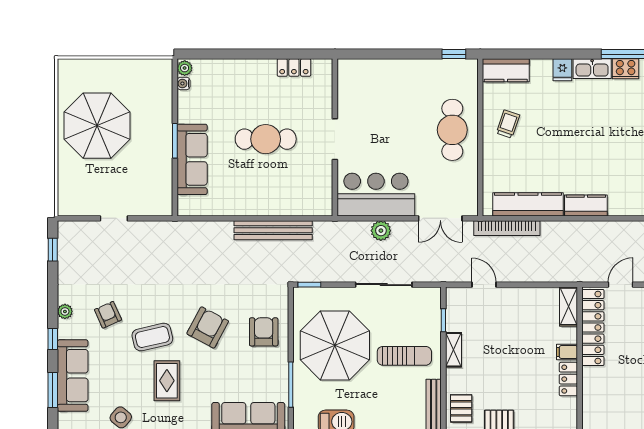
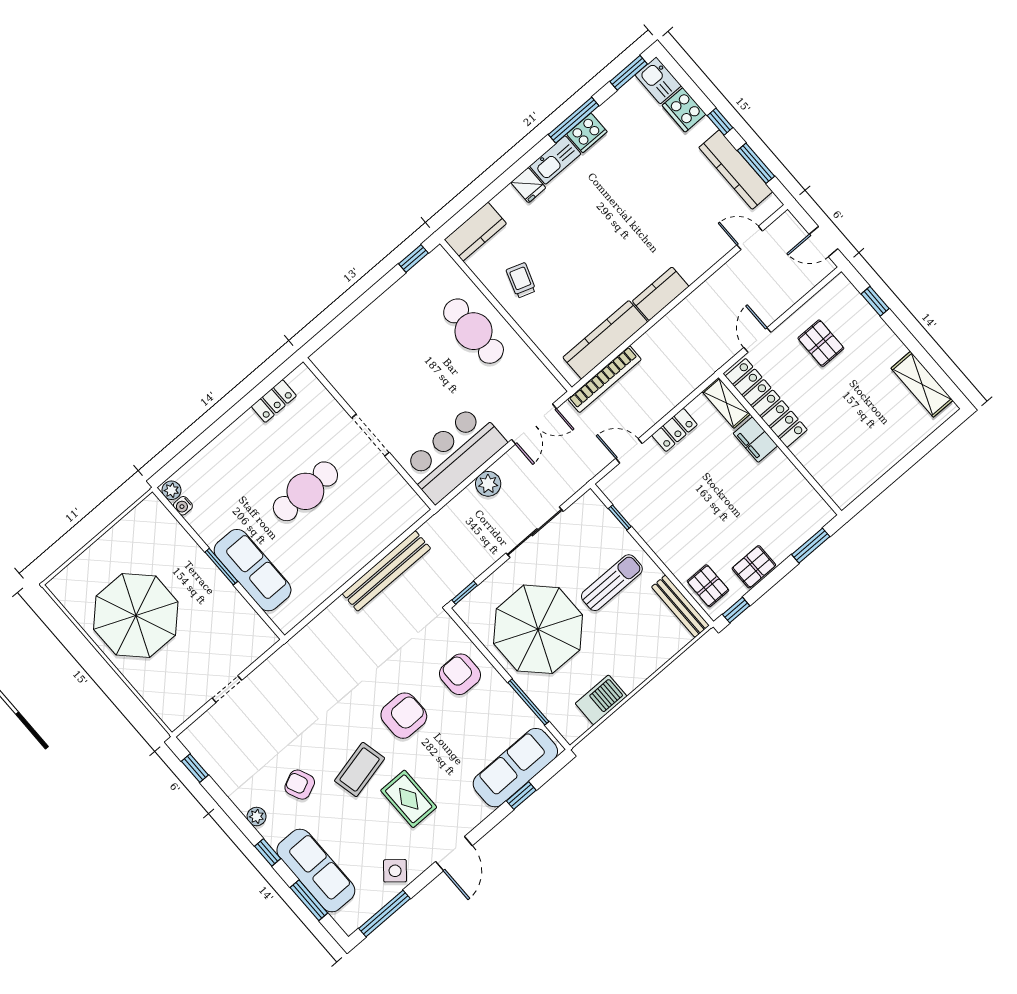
armchair: (208, 327) -> (404, 716), turned 62
shelving: (453, 350) -> (653, 537), removed
filing cabinet: (567, 352) -> (755, 440), width x2.00
locker: (568, 379) -> (675, 430), moved, turned -90

